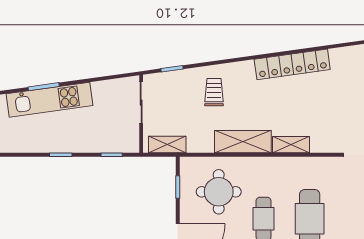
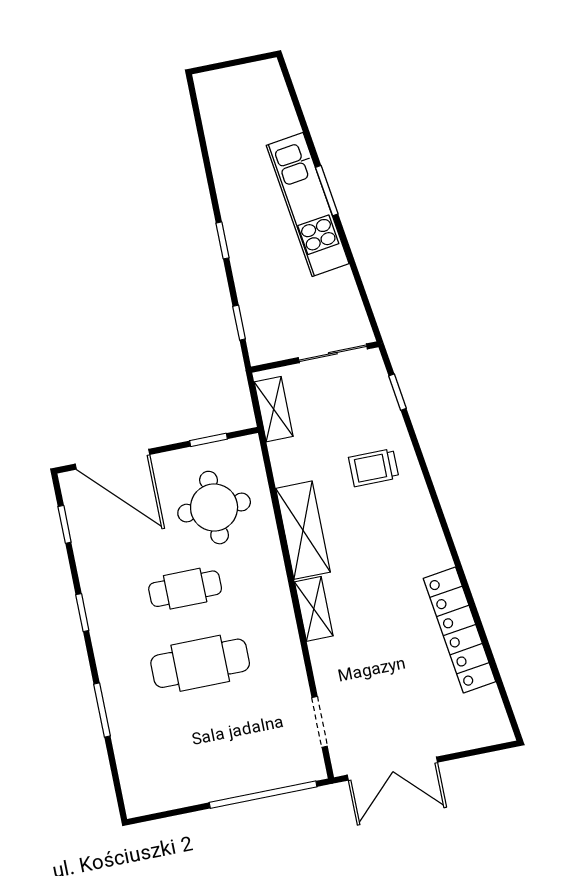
locker: (292, 64) -> (460, 630), moved
trolley: (214, 92) -> (374, 468), turned 180

